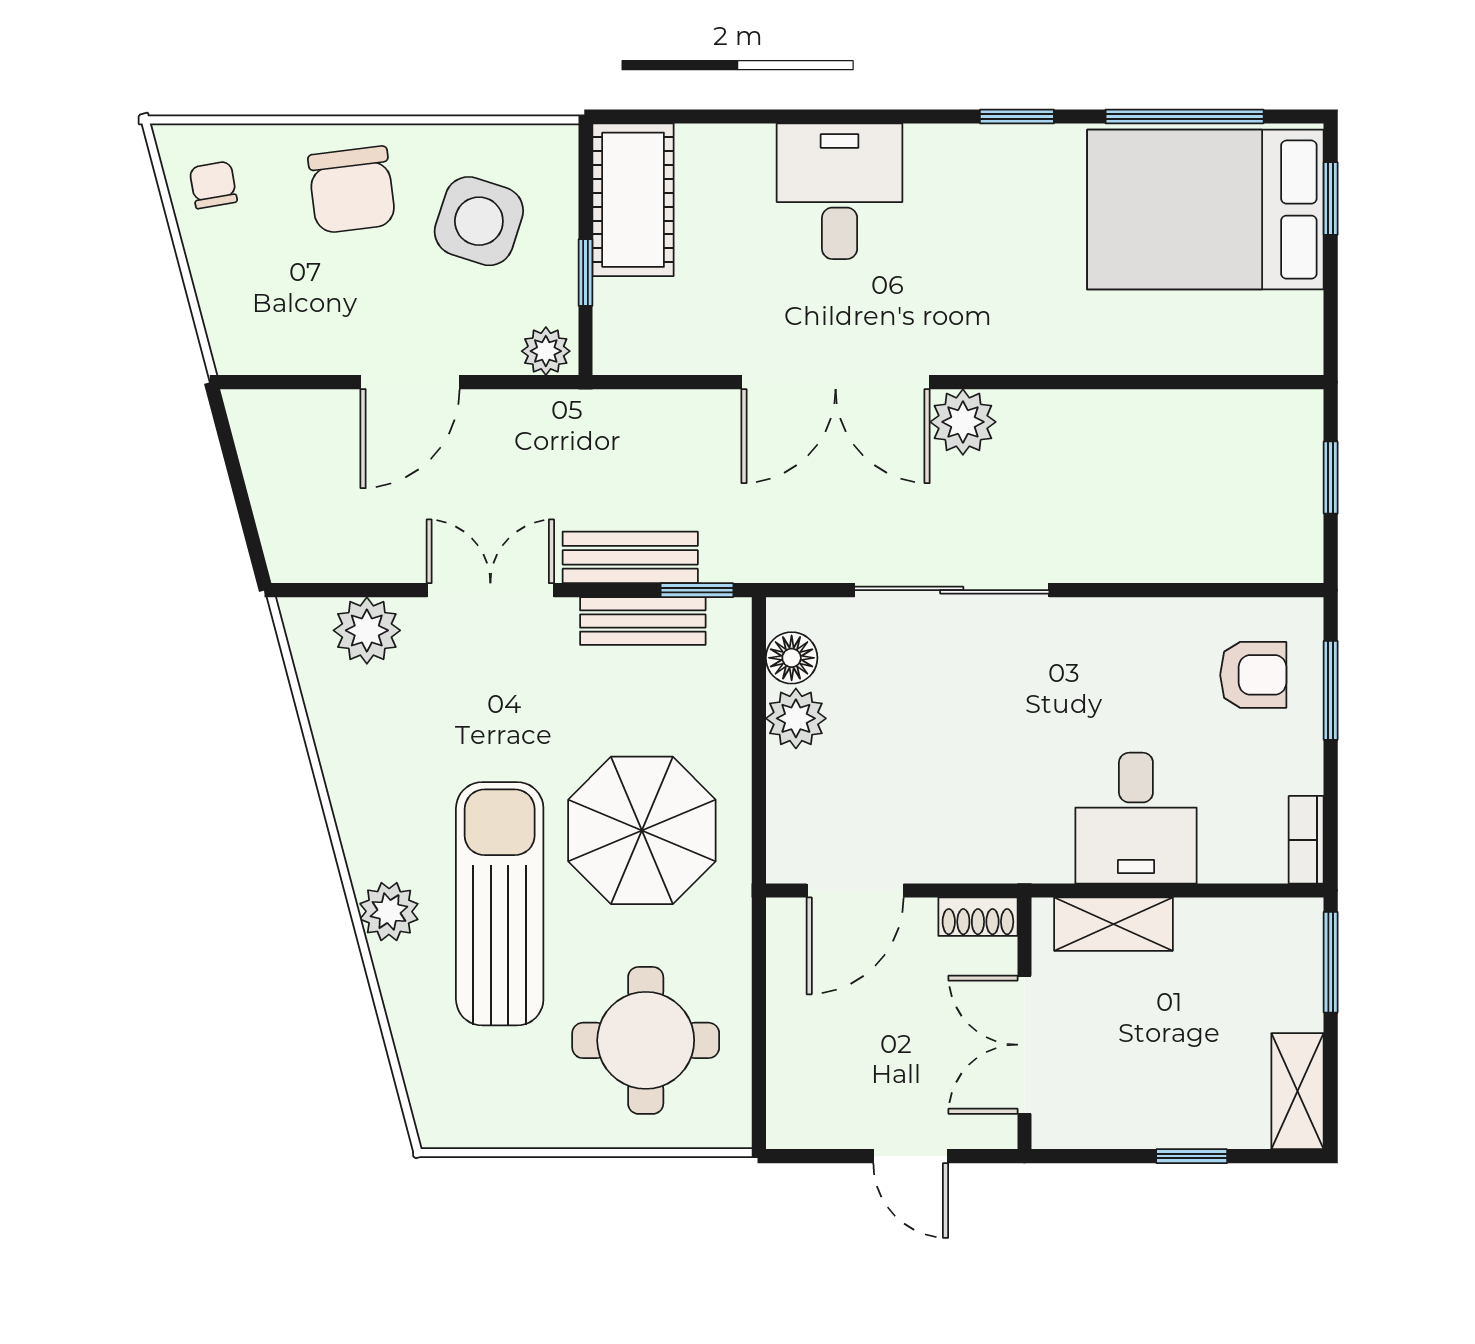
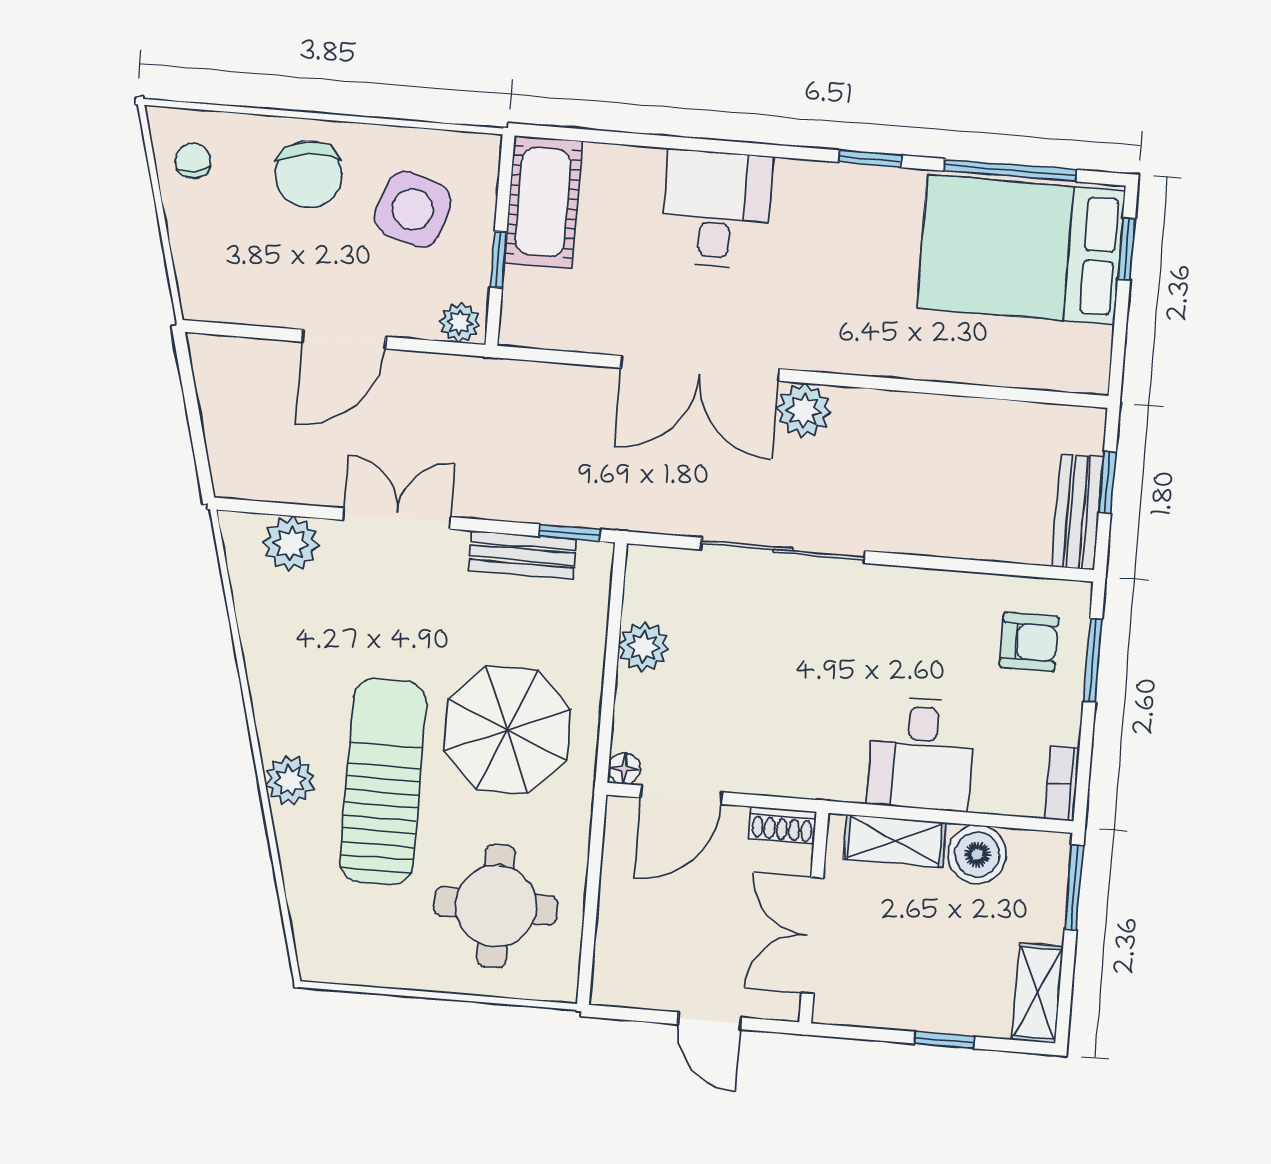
bench: (630, 557) -> (1077, 512), moved, turned 90
floor lamp: (792, 658) -> (624, 768), moved, width x0.73, depth x0.73
boiler: (1212, 932) -> (977, 854), added

